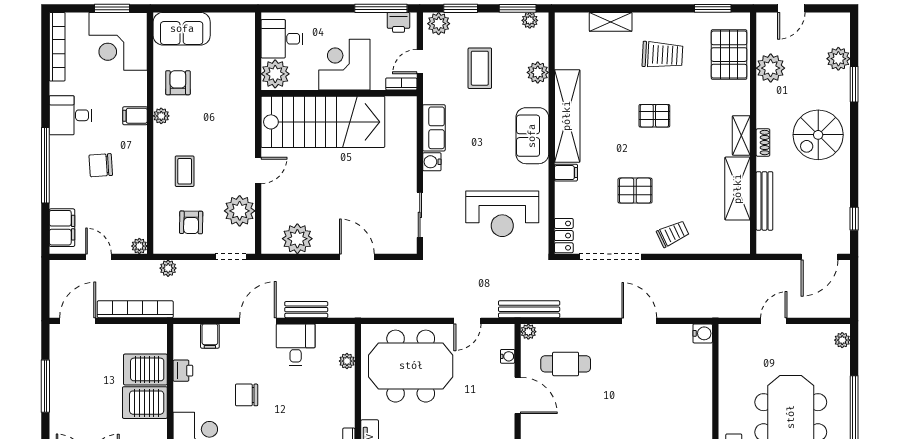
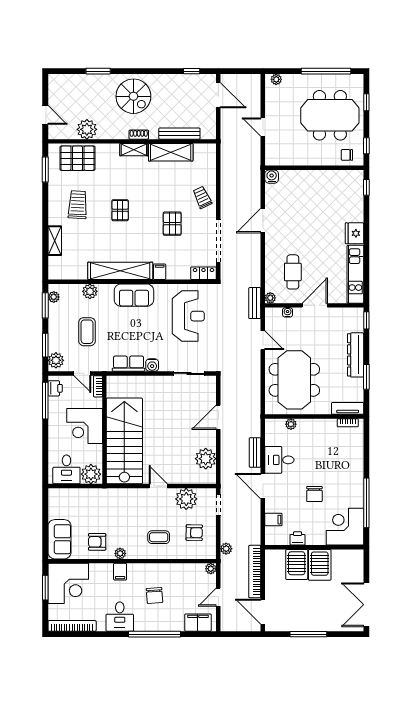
plant: (838, 59) -> (80, 82), removed
coffee table: (480, 68) -> (87, 332), turned 90
bench: (529, 309) -> (255, 303), width x0.73

